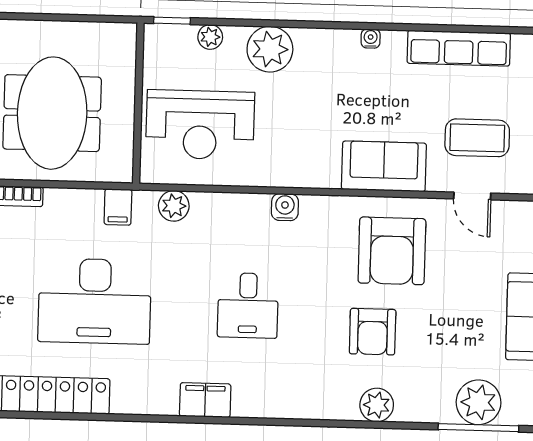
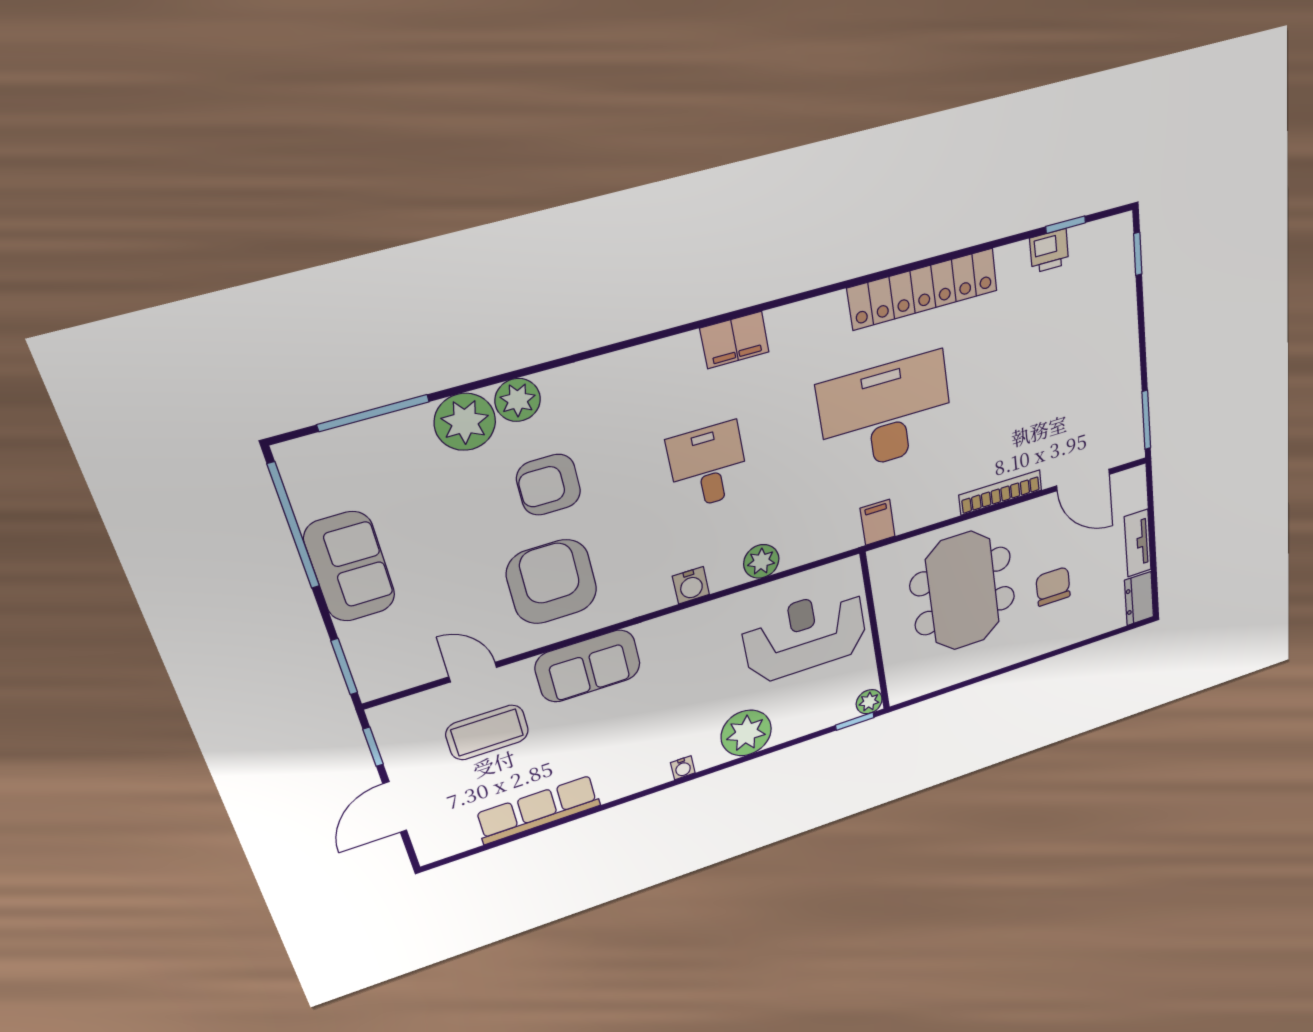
plant: (210, 37) -> (869, 702), moved
water cooler: (371, 39) -> (683, 768), moved
plant: (174, 206) -> (761, 561), moved
armchair: (373, 332) -> (549, 485), turned -90
plant: (479, 402) -> (465, 422), moved

